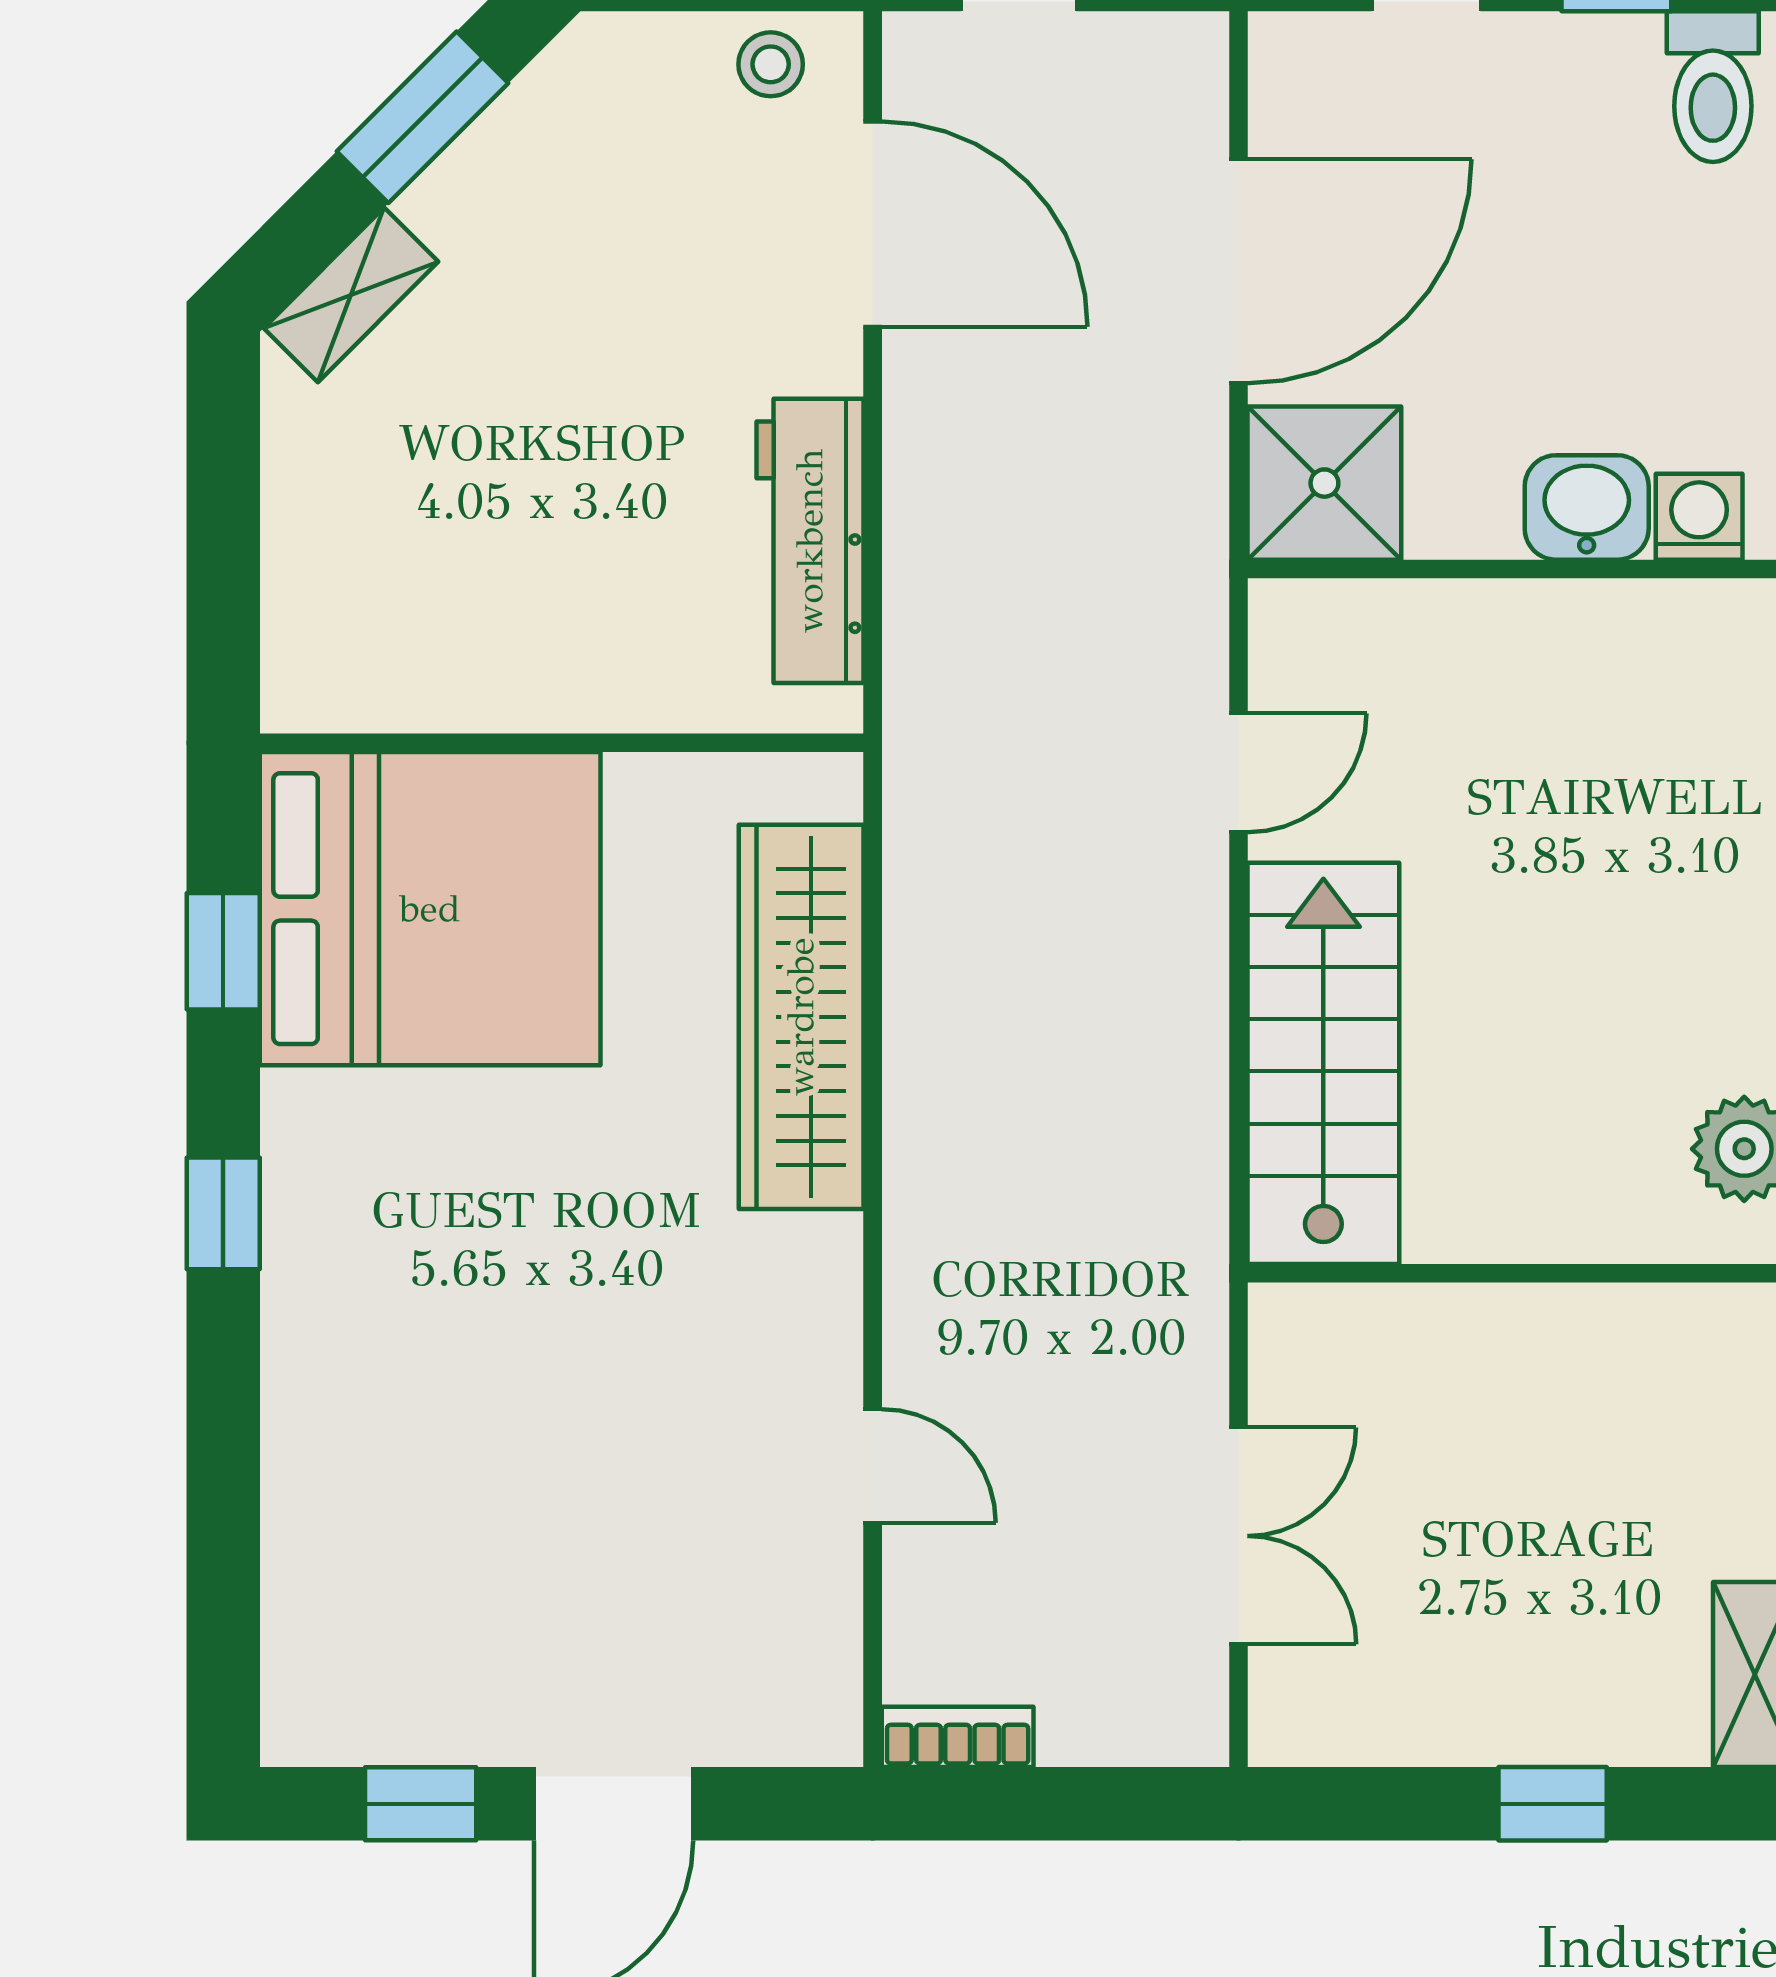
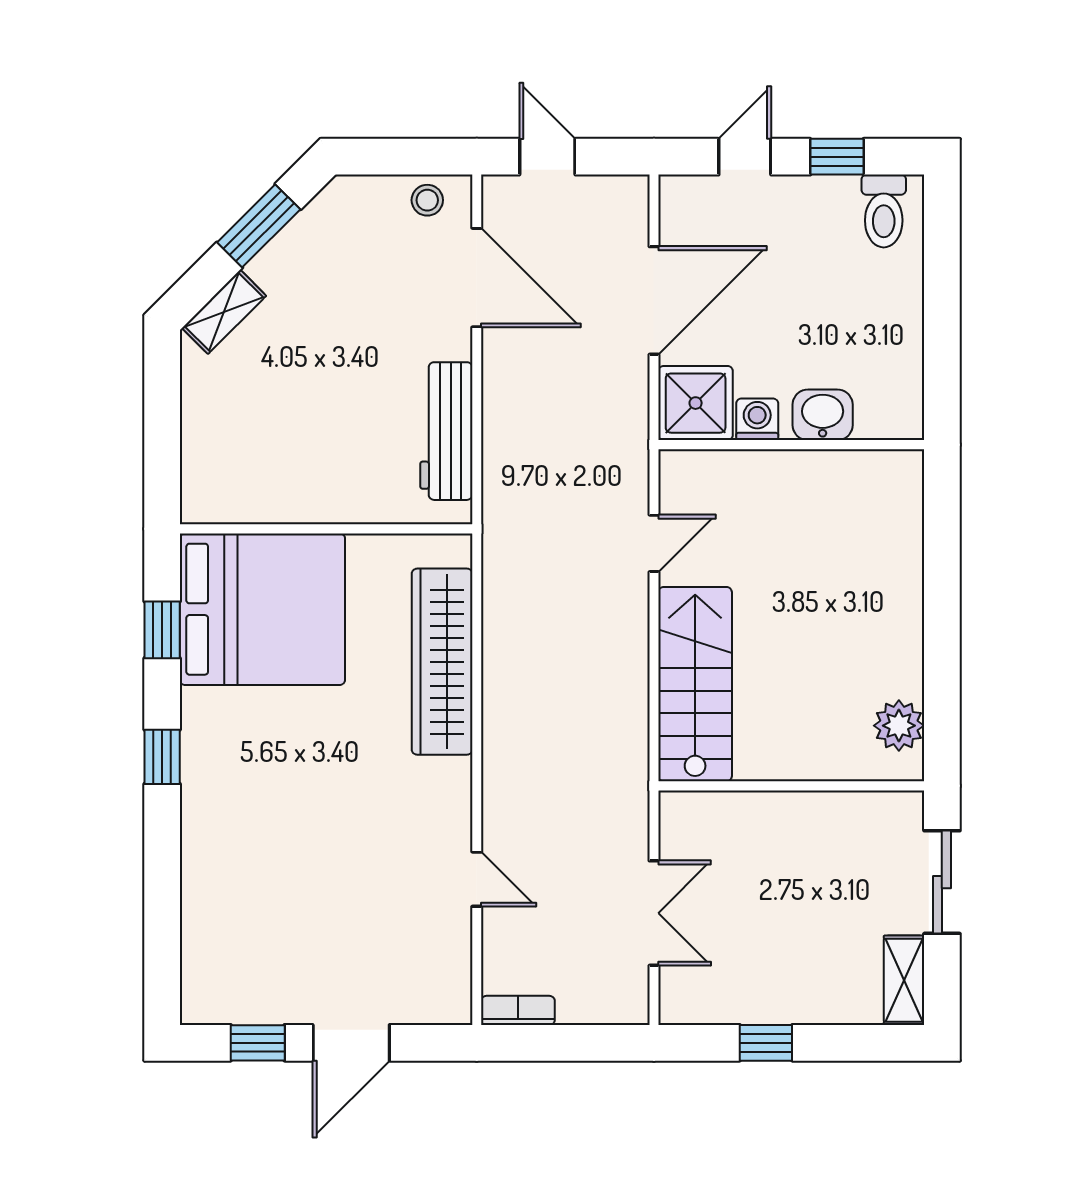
washing machine: (1699, 517) -> (757, 419), moved
window: (1553, 1804) -> (766, 1043), moved

